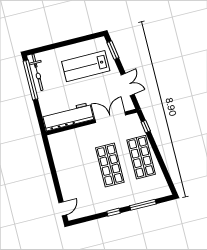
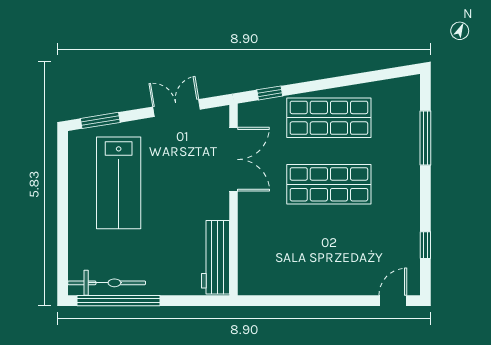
workbench: (68, 117) -> (215, 257), width x0.73, depth x0.76
double door: (110, 117) -> (233, 159), swing flipped
door: (63, 209) -> (393, 301), hinge flipped
window: (114, 212) -> (425, 245), moved

